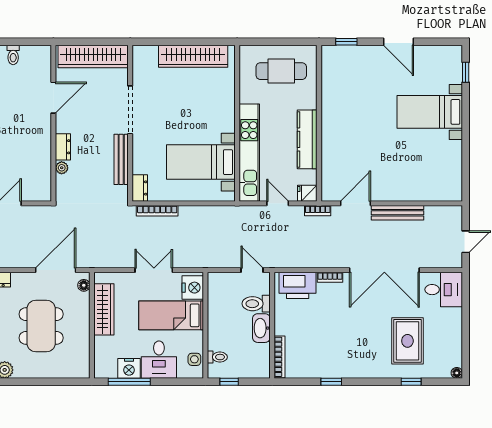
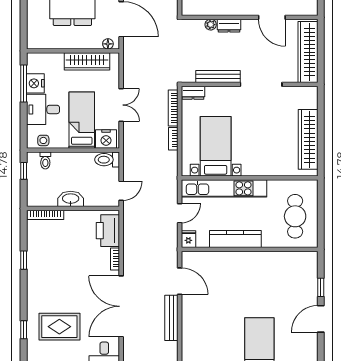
window: (346, 42) -> (321, 287), moved
bookcase: (318, 211) -> (173, 139), moved
toilet: (256, 304) -> (107, 160), moved, turned -90

